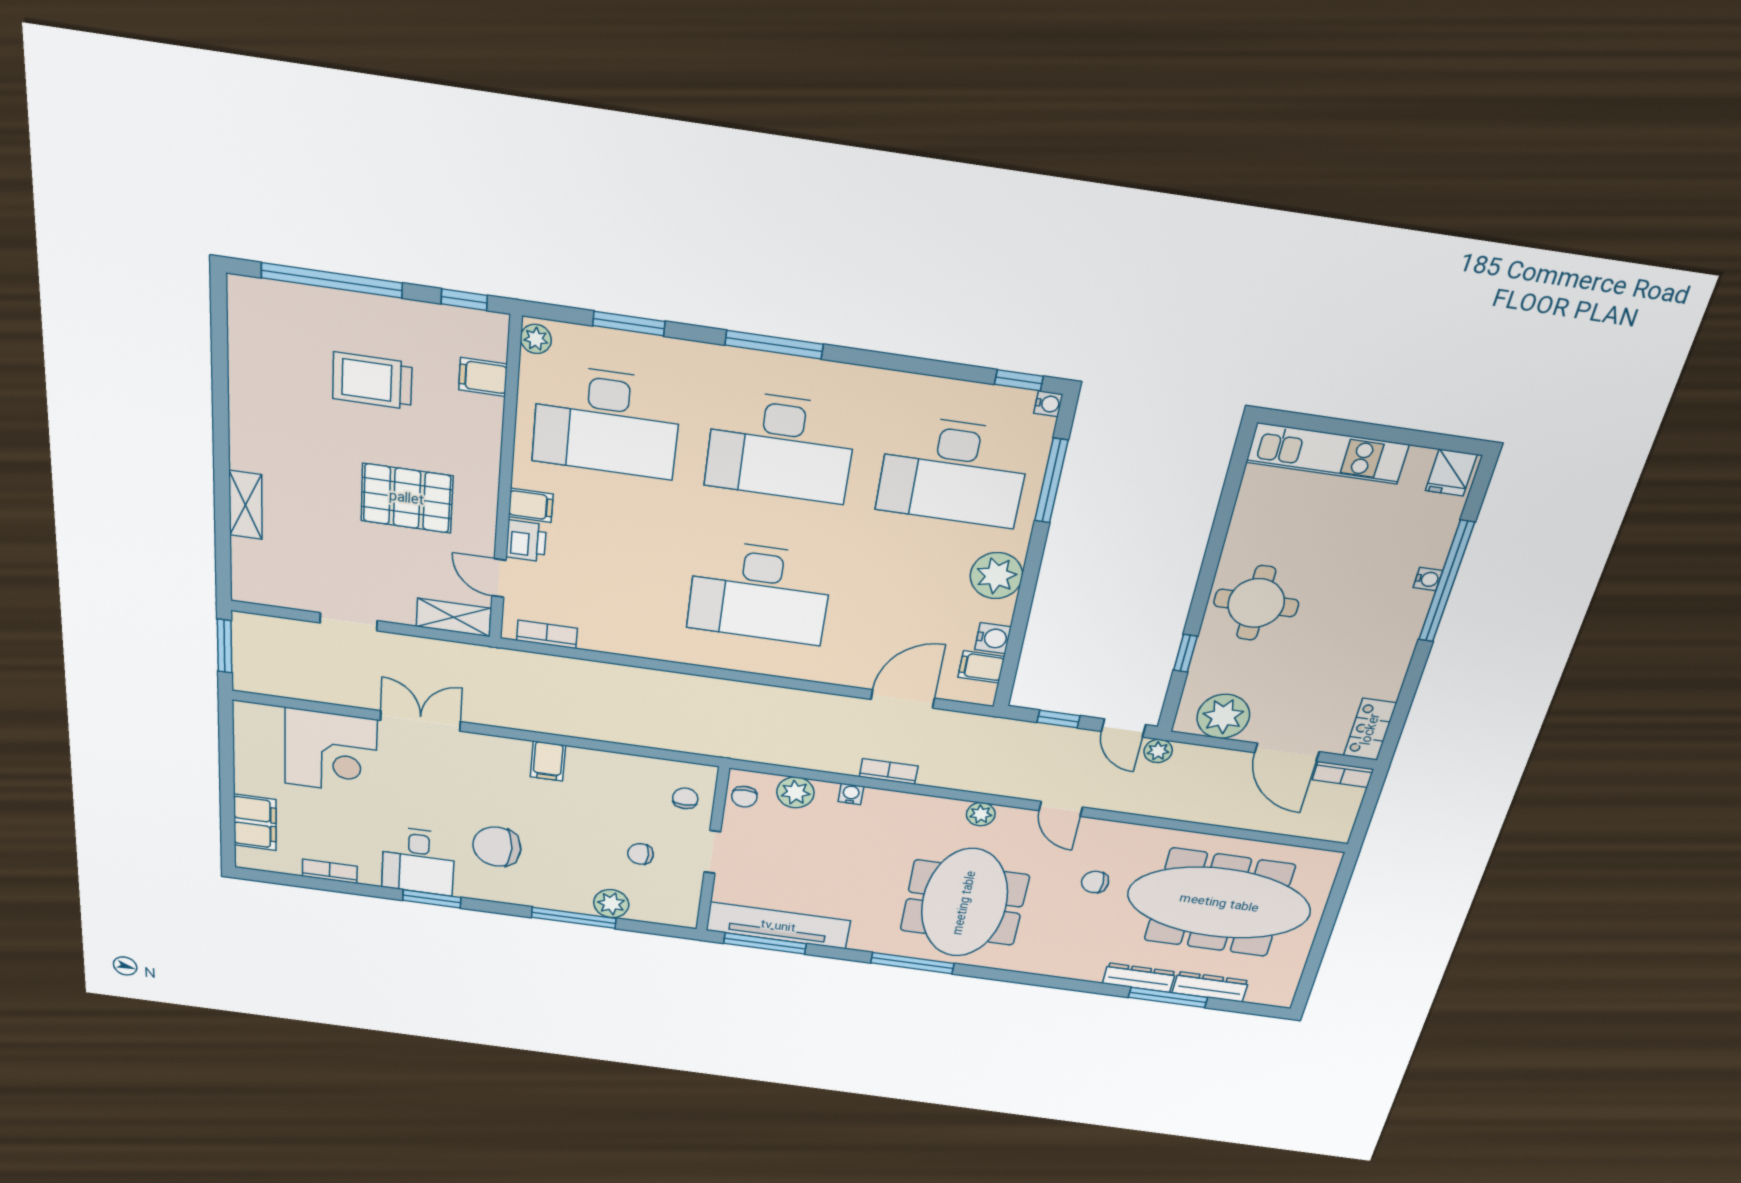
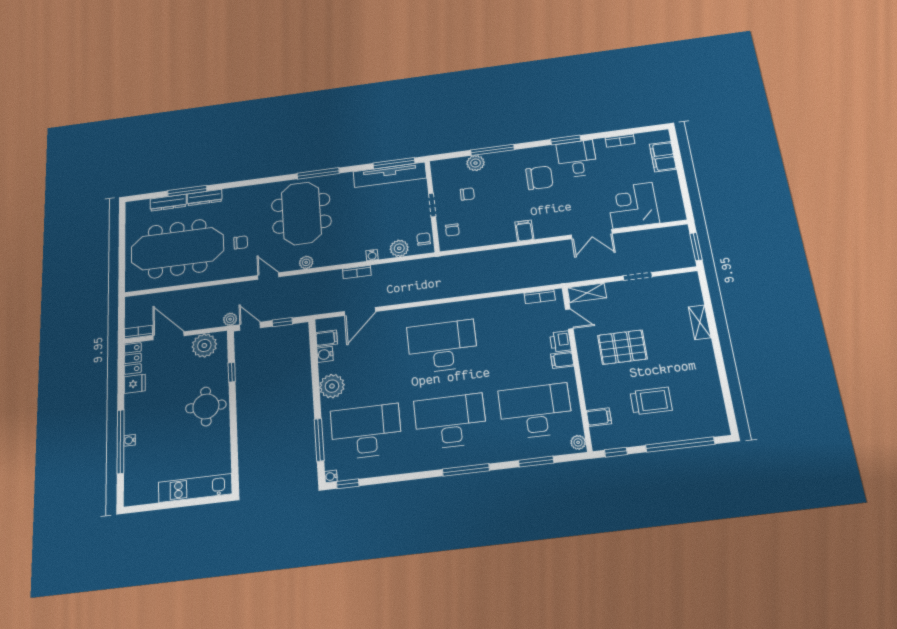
fridge: (1451, 473) -> (135, 384), moved, turned 90

